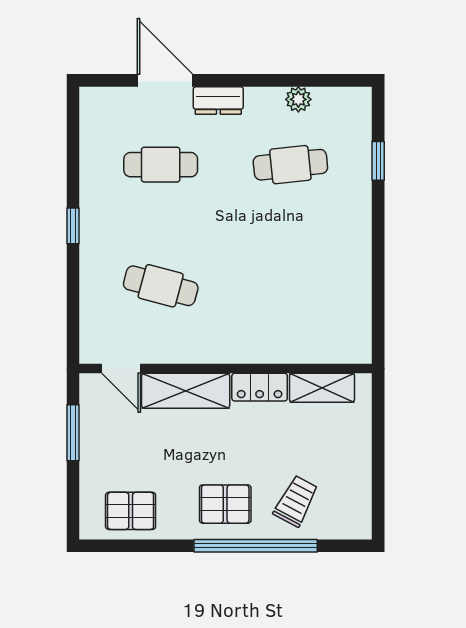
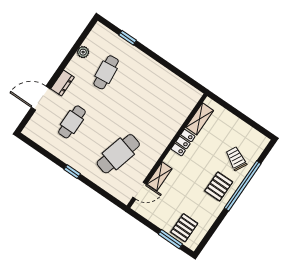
cafe table: (161, 286) -> (118, 154), width x1.37, depth x1.35
shelving: (186, 391) -> (159, 176), width x0.67, depth x0.75
window: (73, 433) -> (170, 239), moved
pallet: (131, 511) -> (184, 228), moved

